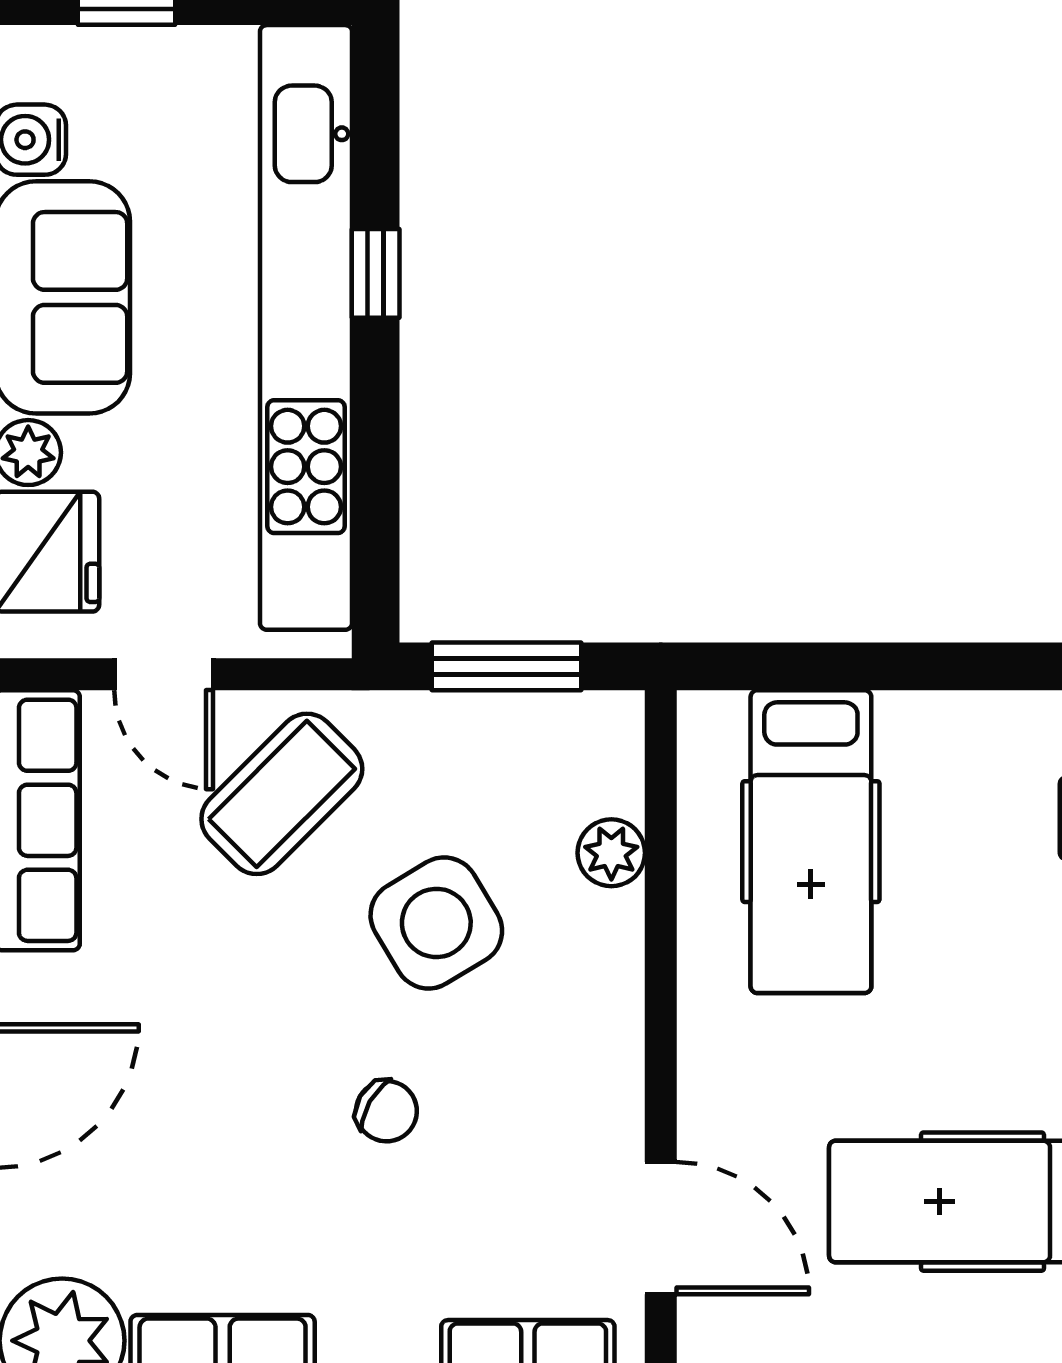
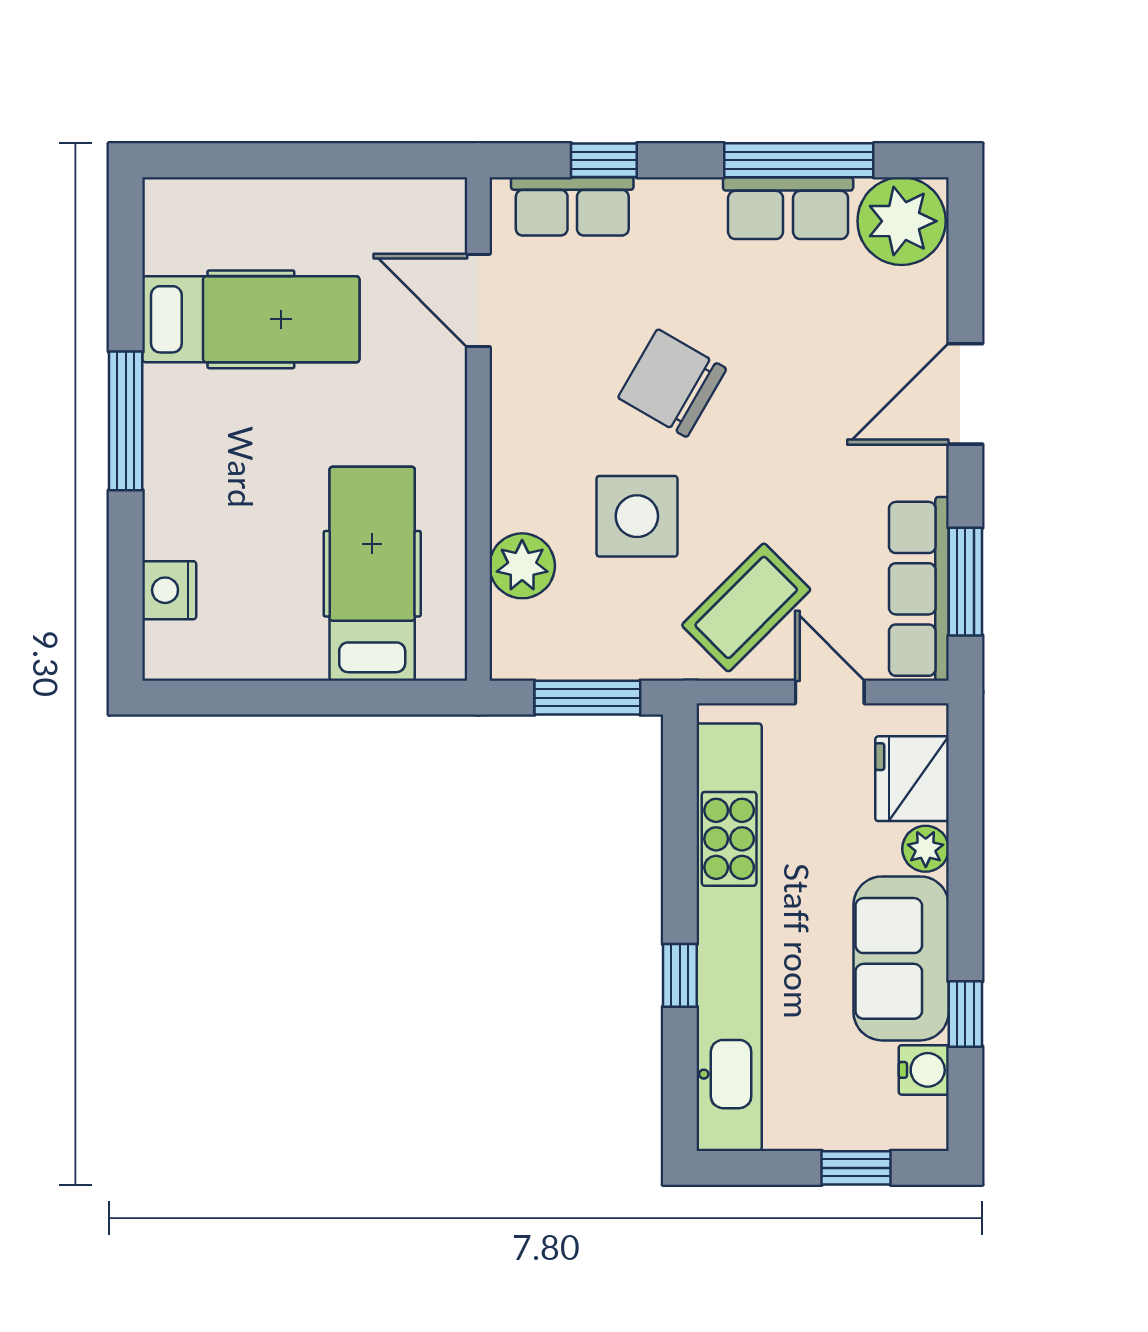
plant: (611, 853) -> (522, 566), width x1.38, depth x1.38
side table: (436, 923) -> (637, 516), turned 31
chair: (386, 1111) -> (672, 383), width x1.87, depth x1.87

